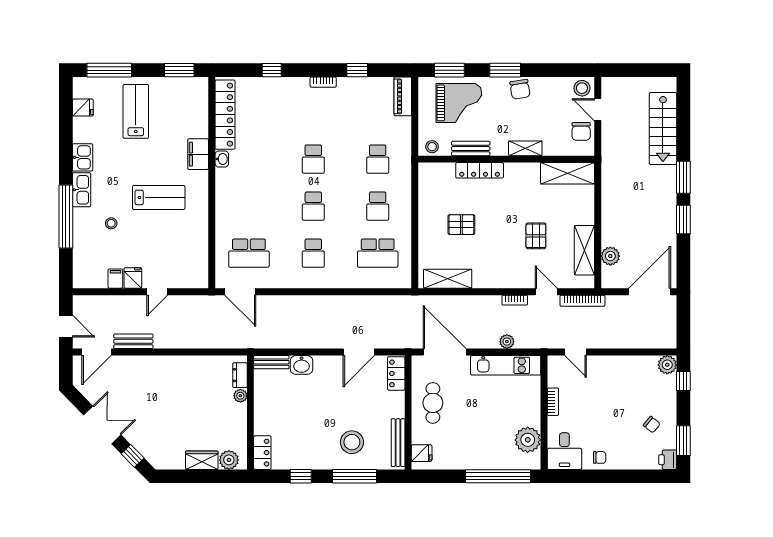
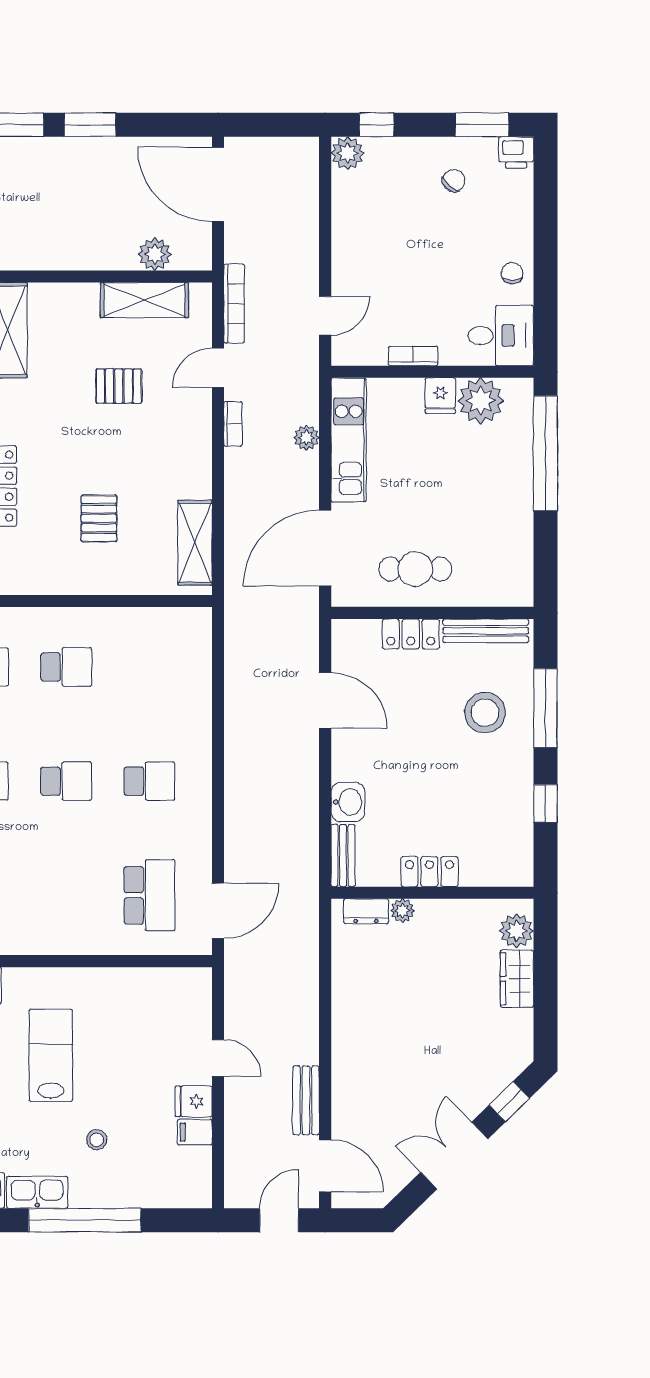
school desk: (378, 253) -> (149, 667), removed
locker: (396, 373) -> (411, 634), moved
locker: (262, 453) -> (429, 872), moved
fridge: (422, 453) -> (440, 396), moved, turned 180

